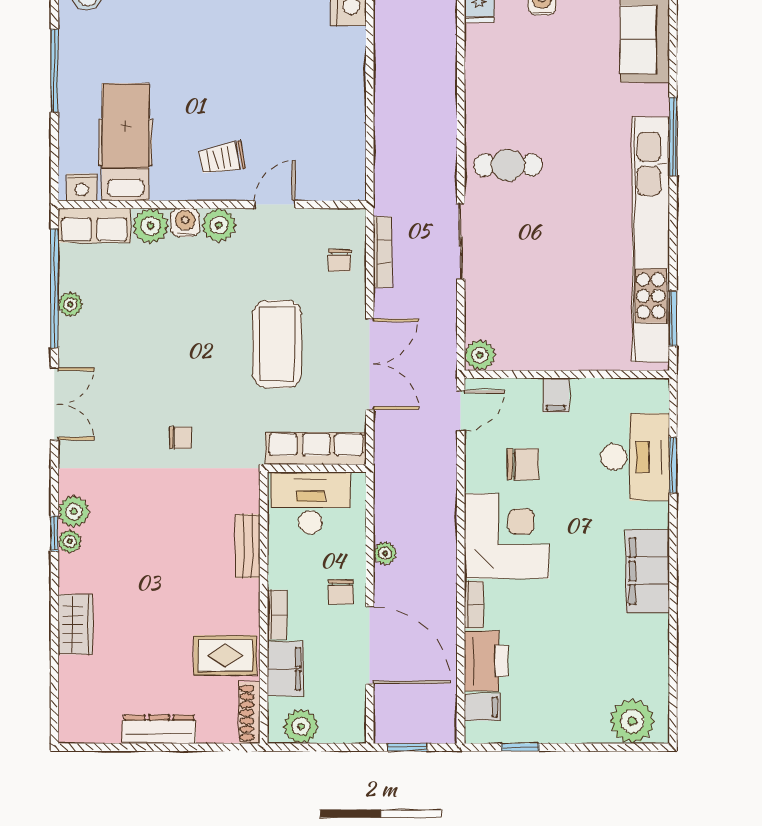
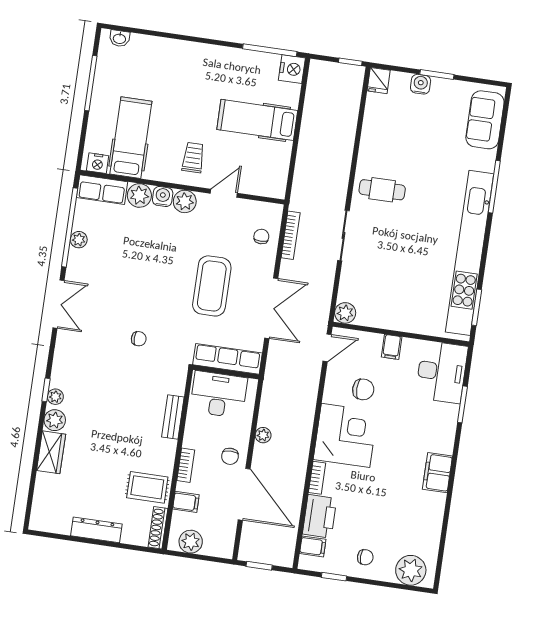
hospital bed: (308, 89) -> (257, 120), added
trolley: (222, 158) -> (193, 158), turned 101
chair: (340, 260) -> (261, 236), turned 180
desk: (635, 457) -> (442, 372), moved
plant: (74, 511) -> (55, 420), moved
filing cabinet: (648, 571) -> (437, 473), width x0.67, depth x0.86
filing cabinet: (285, 669) -> (186, 502), width x0.50
chair: (562, 712) -> (365, 557), added

